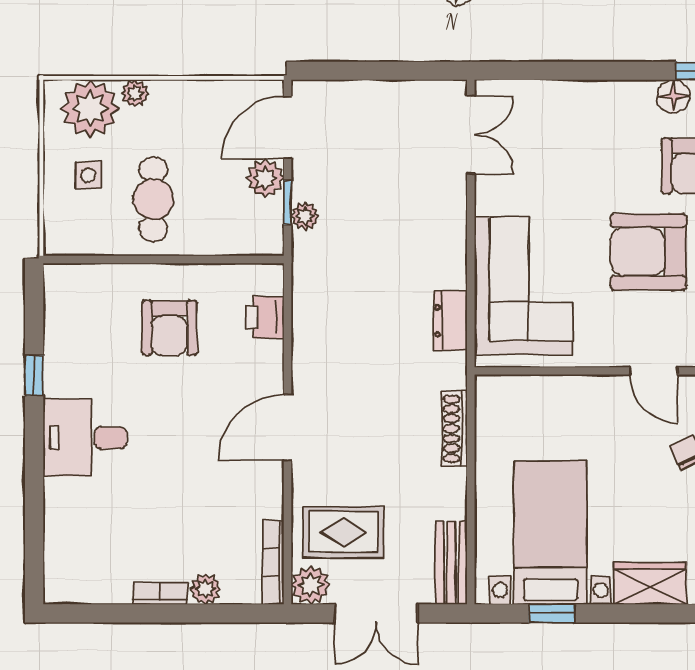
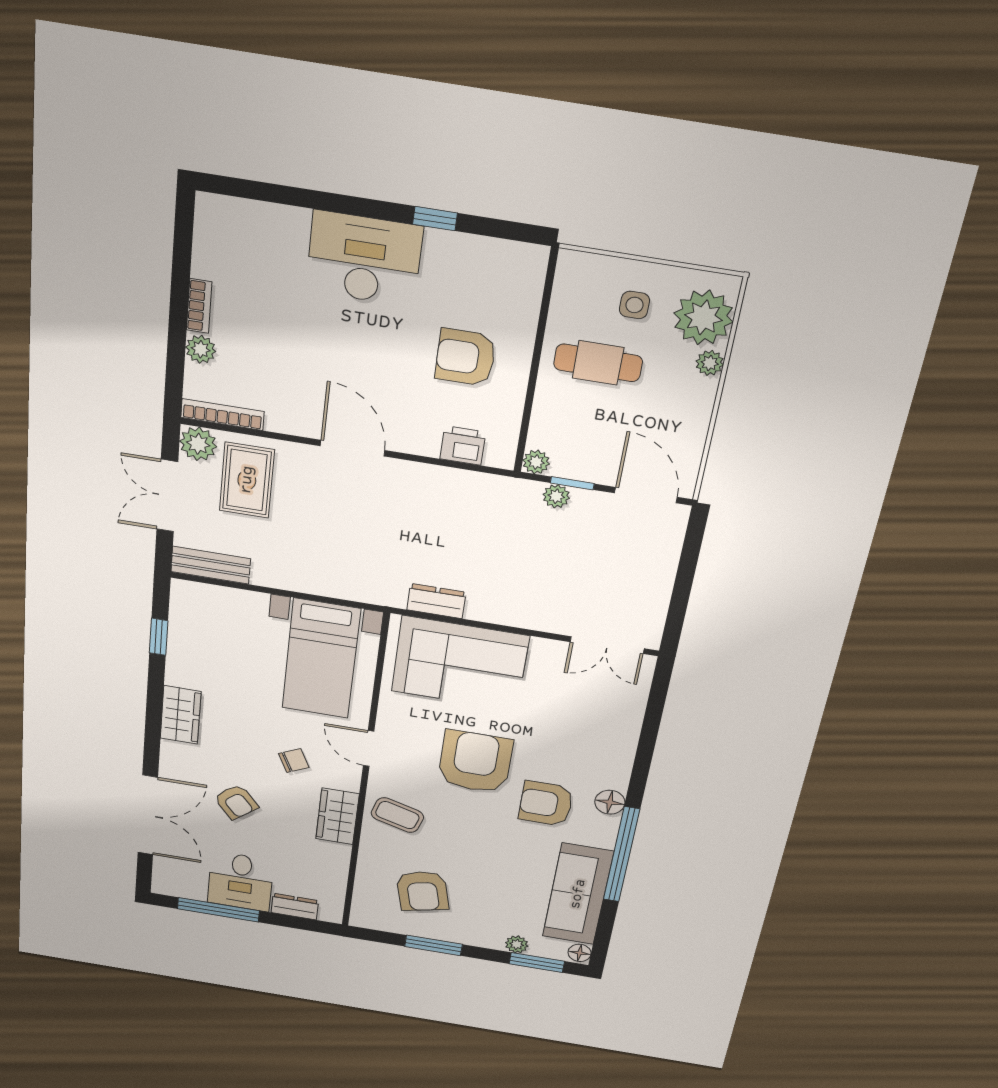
plant: (265, 178) -> (536, 462), moved, width x0.73, depth x0.73
door: (654, 371) -> (369, 748), hinge flipped
shoe rack: (454, 429) -> (335, 588), removed
desk: (85, 438) -> (364, 259), width x1.37
bed with nightstands: (550, 533) -> (321, 659), moved, turned 90

